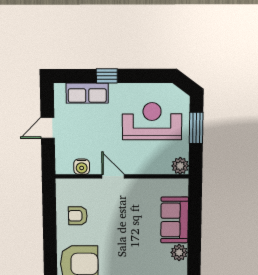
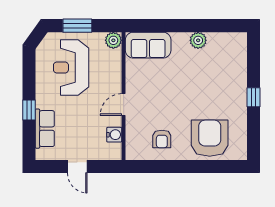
sofa: (175, 220) -> (148, 45), moved

